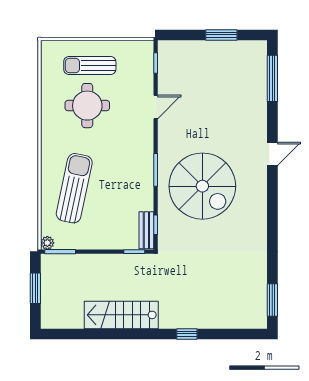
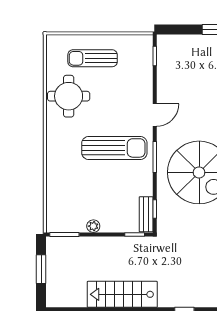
round table: (87, 106) -> (69, 96), moved
door: (156, 107) -> (155, 115), moved
sun lounger: (74, 188) -> (114, 148), moved, turned 78
plant: (47, 243) -> (93, 226), moved

